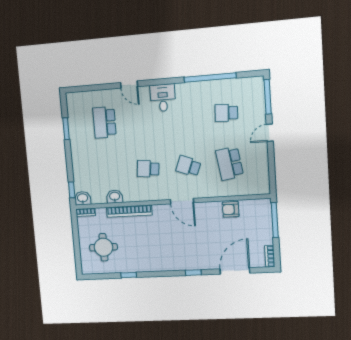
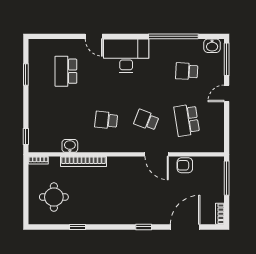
desk: (163, 98) -> (126, 56), width x1.87, depth x1.30
washbasin: (83, 198) -> (212, 46), moved, turned 180
door: (182, 201) -> (157, 154), moved

